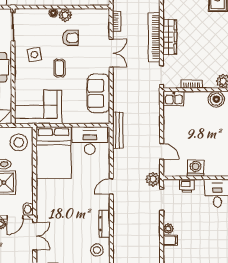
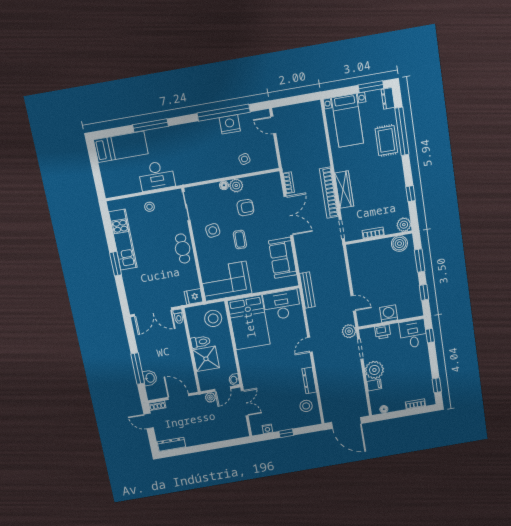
double door: (111, 53) -> (288, 216), width x1.37
kitchen sink: (174, 99) -> (358, 250), removed
plant: (168, 229) -> (374, 370), width x1.88, depth x1.88

